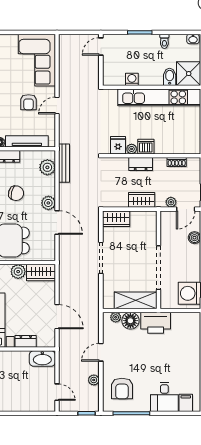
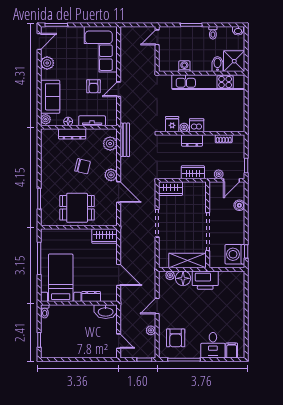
tv unit: (27, 141) -> (92, 121), width x0.71
plant: (18, 272) -> (84, 235), removed

